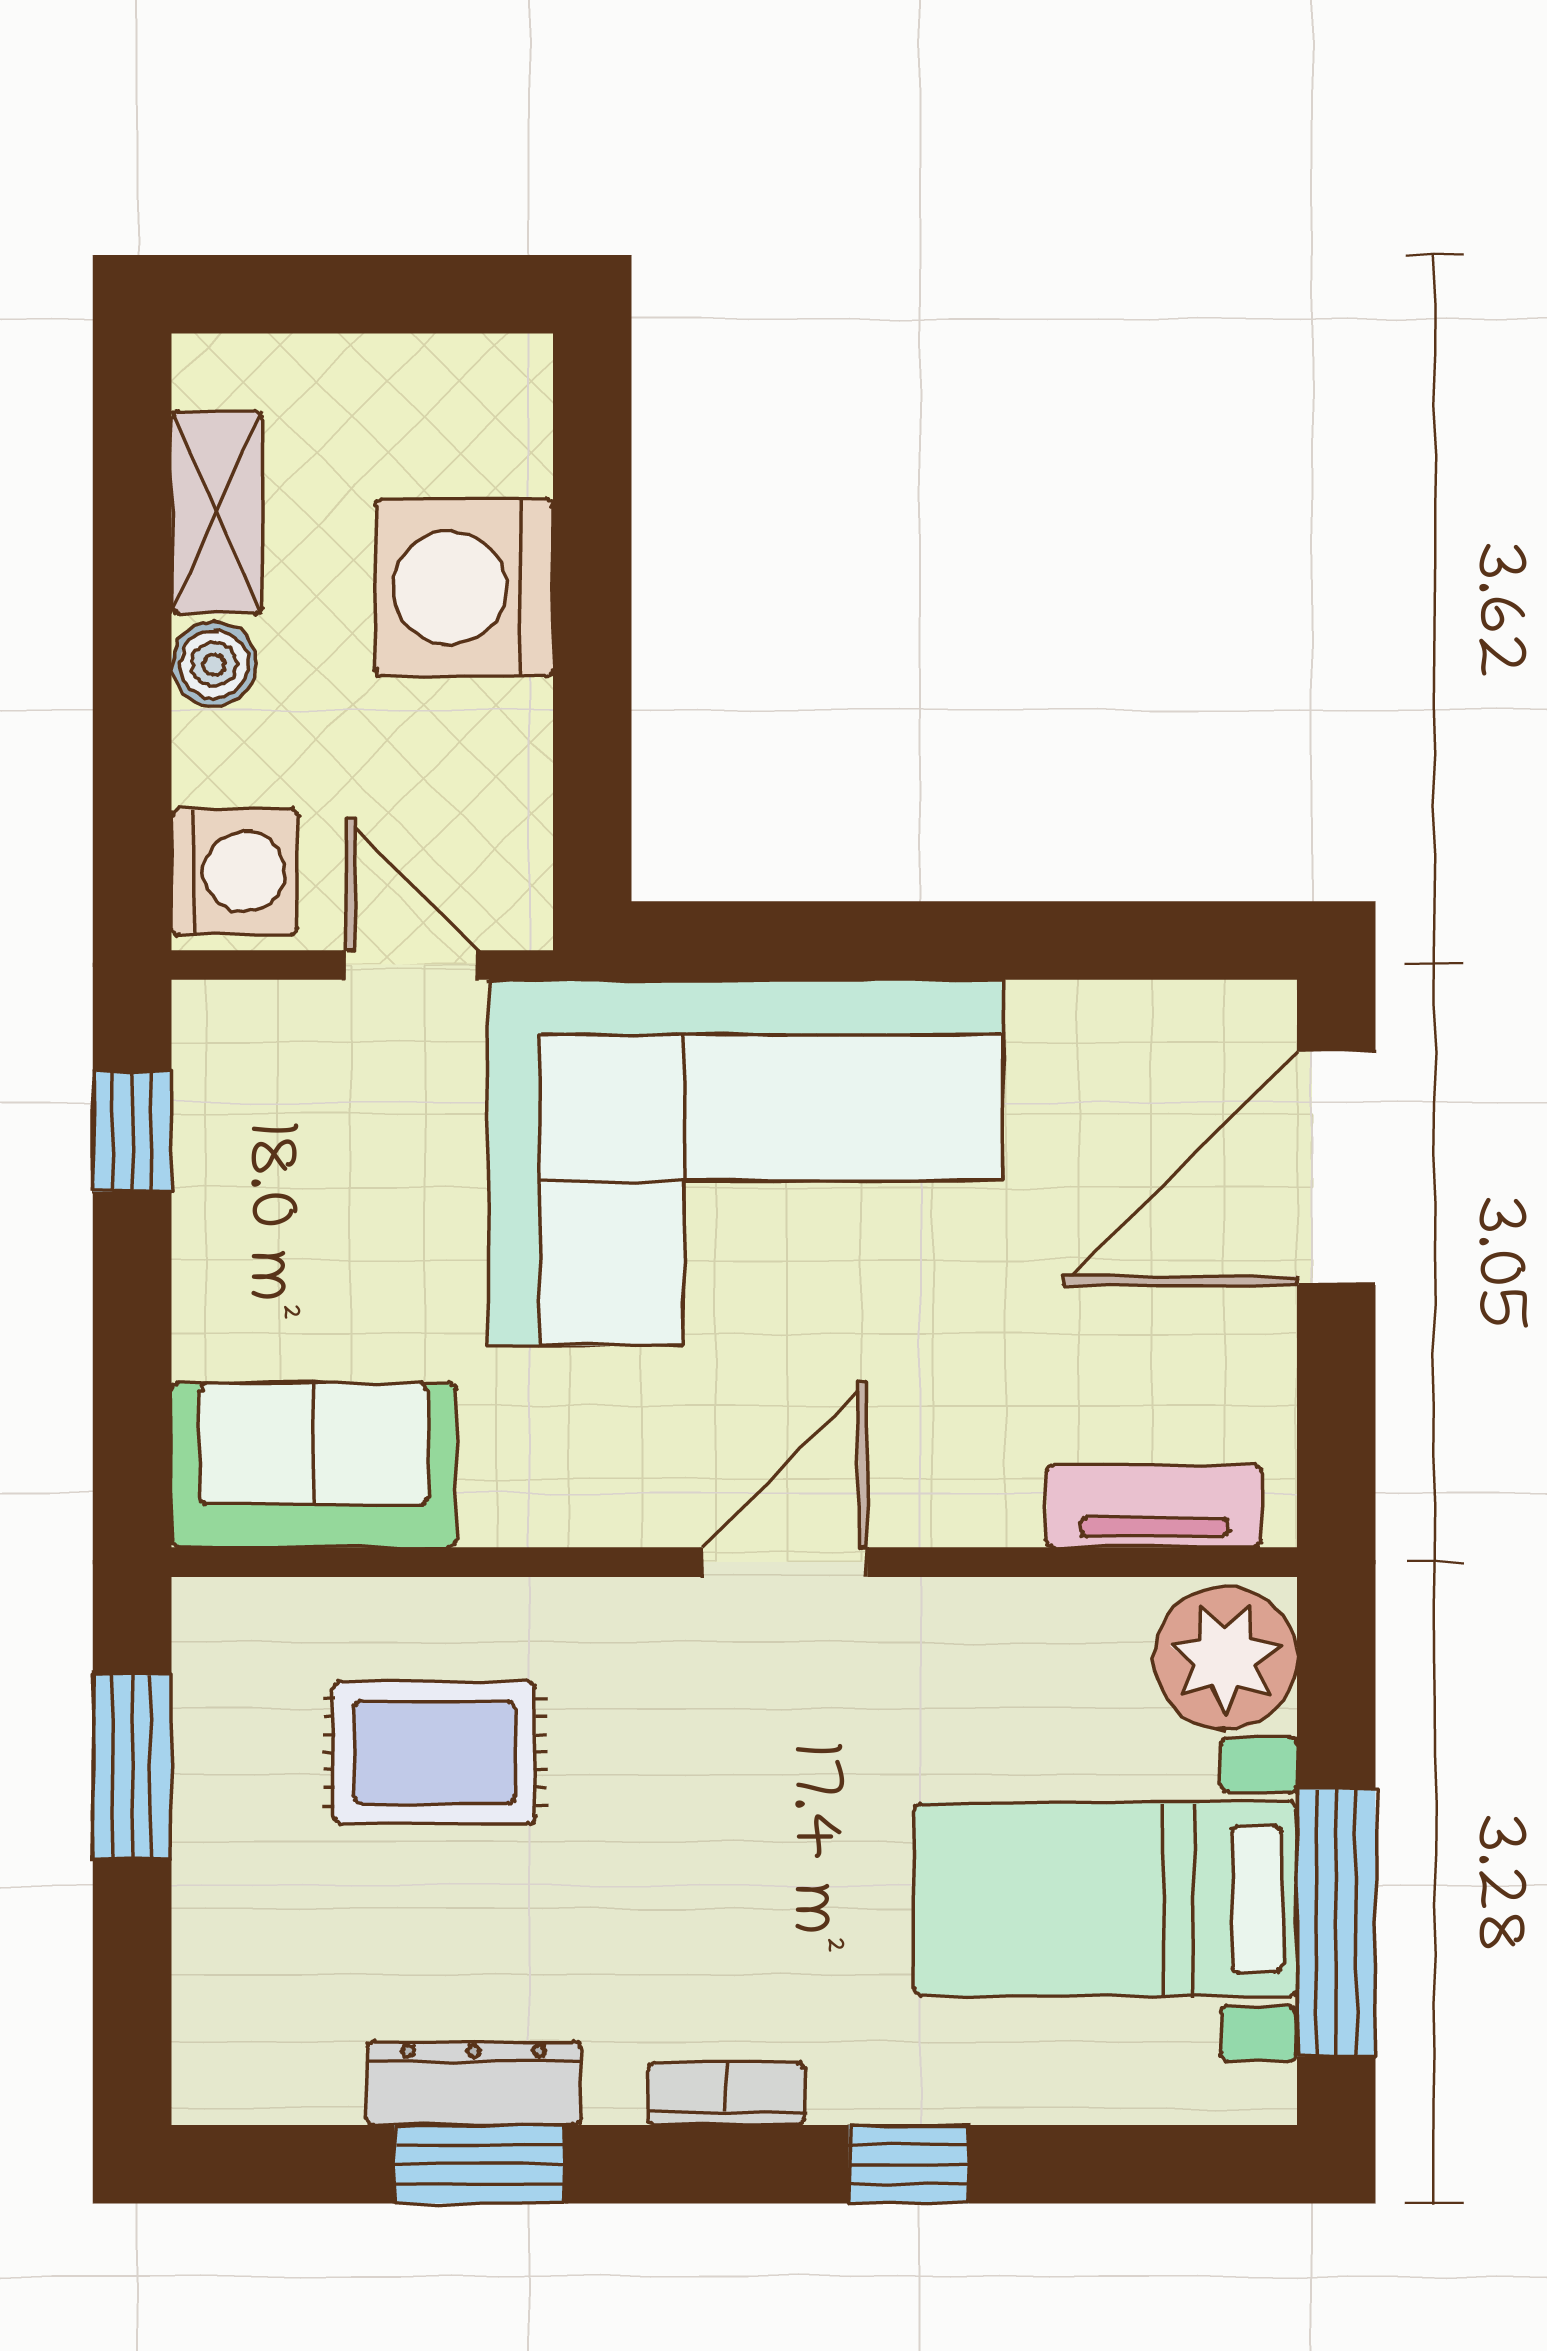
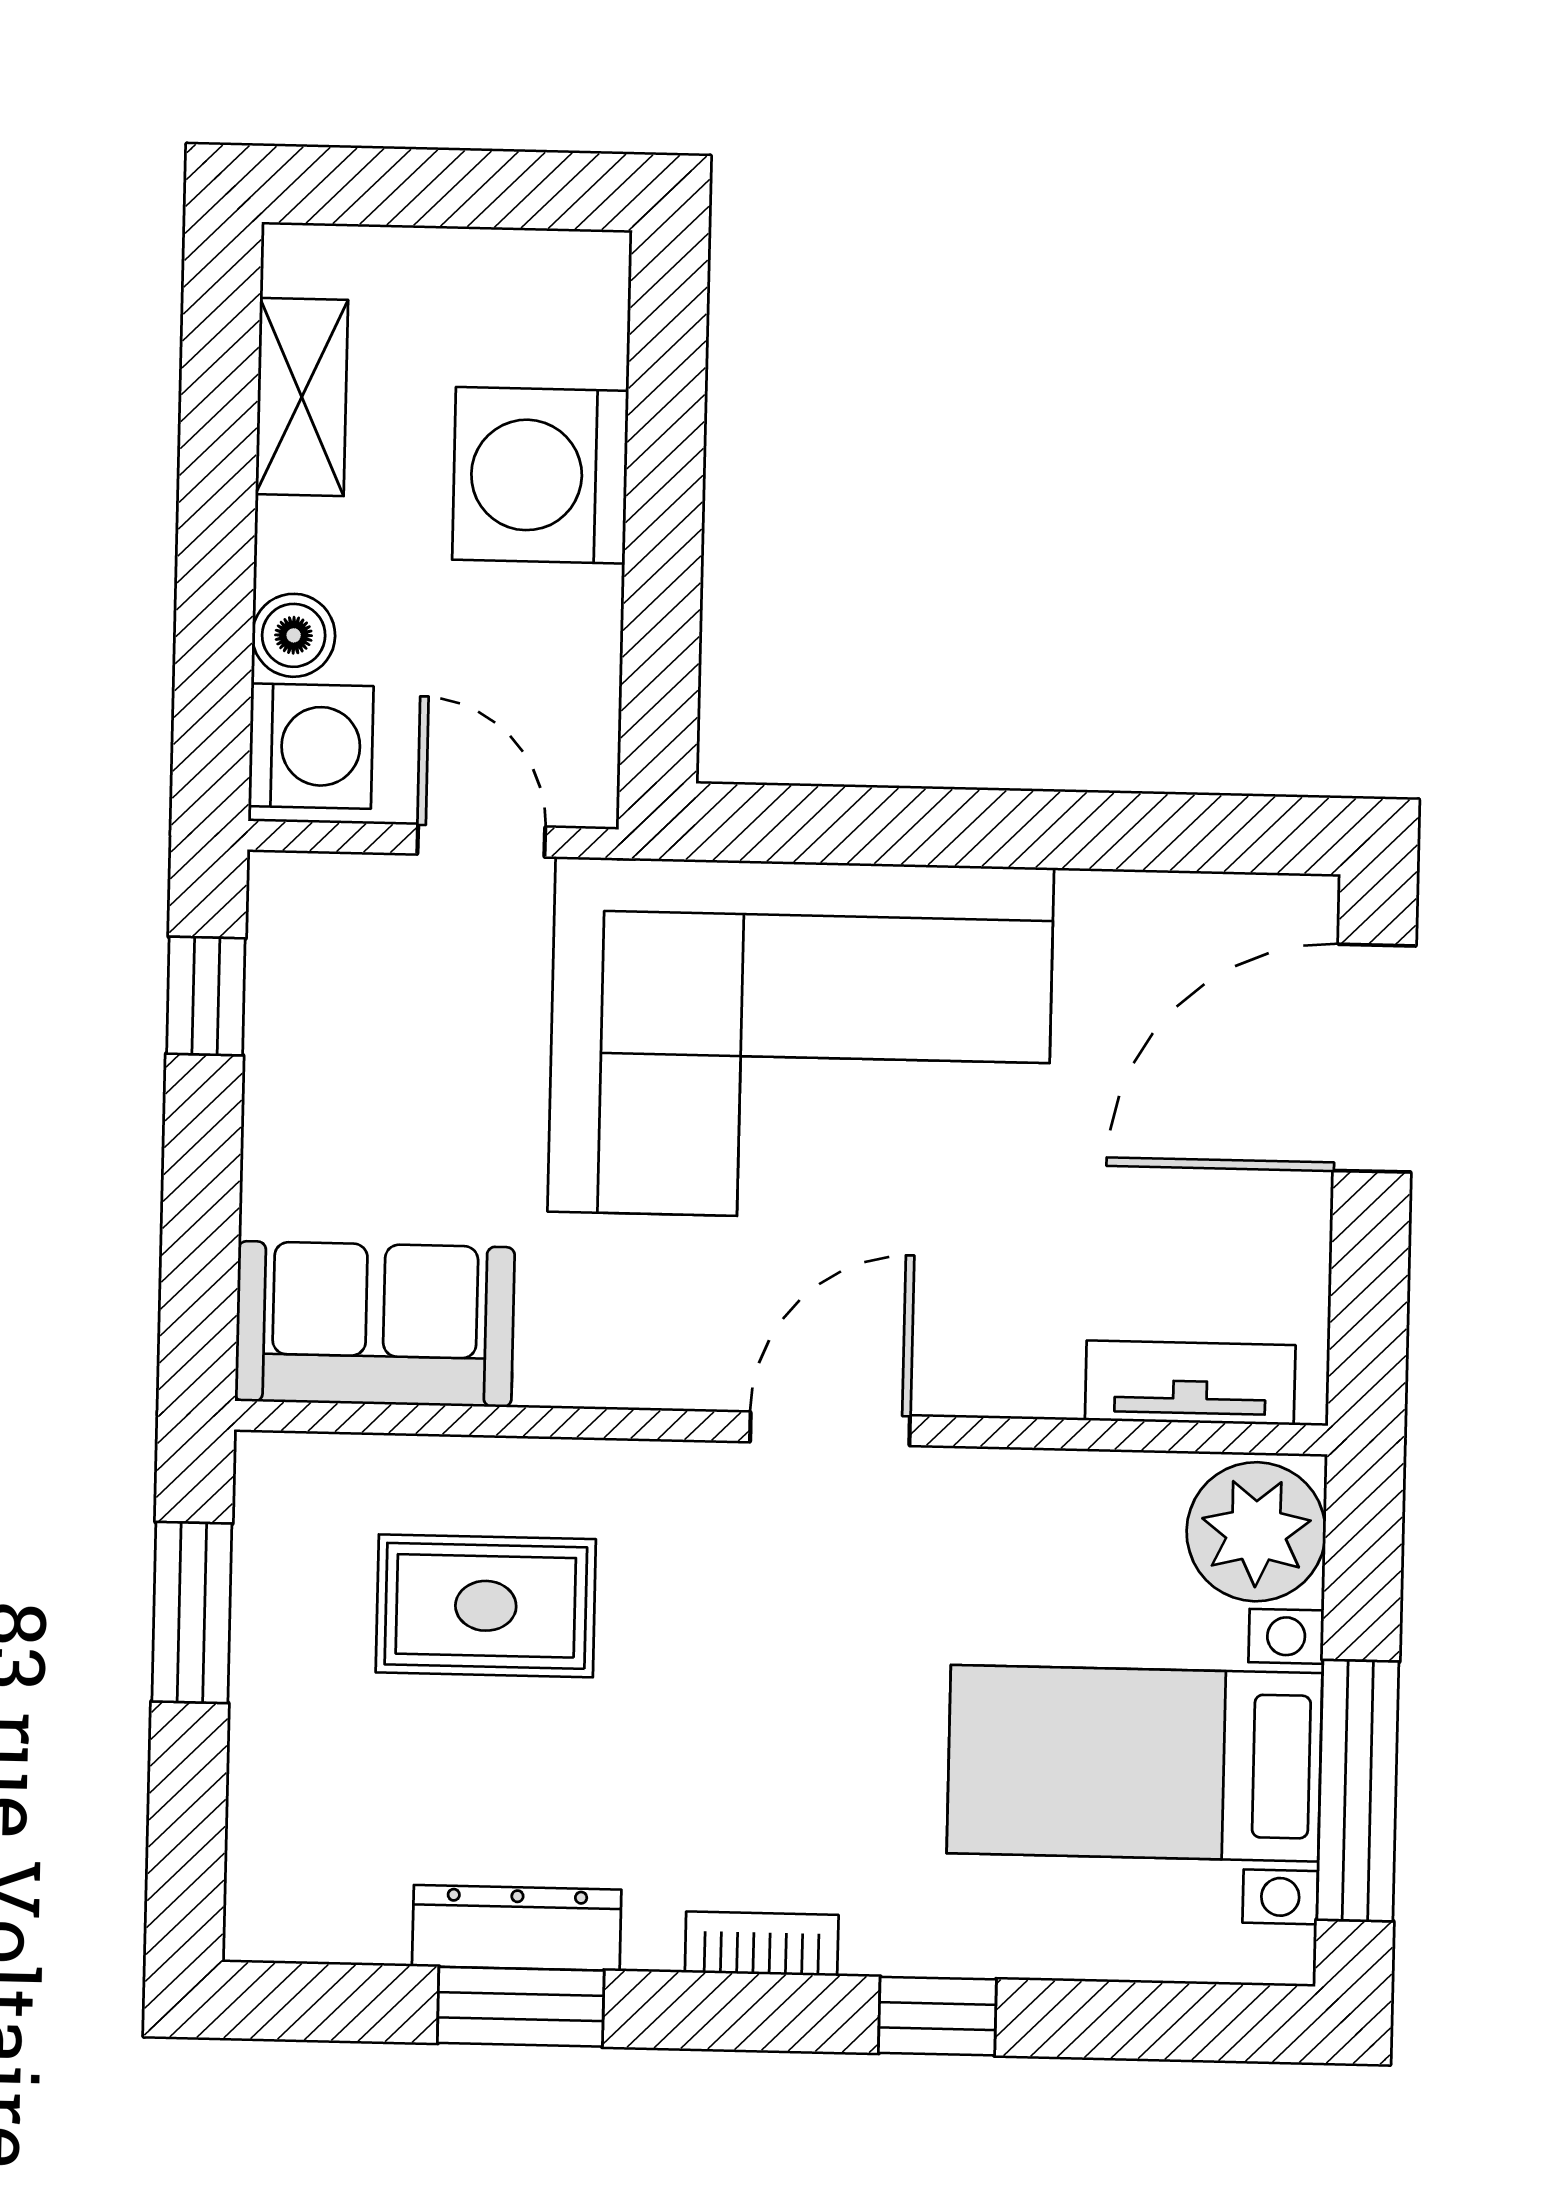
boiler: (214, 664) -> (294, 635), moved

